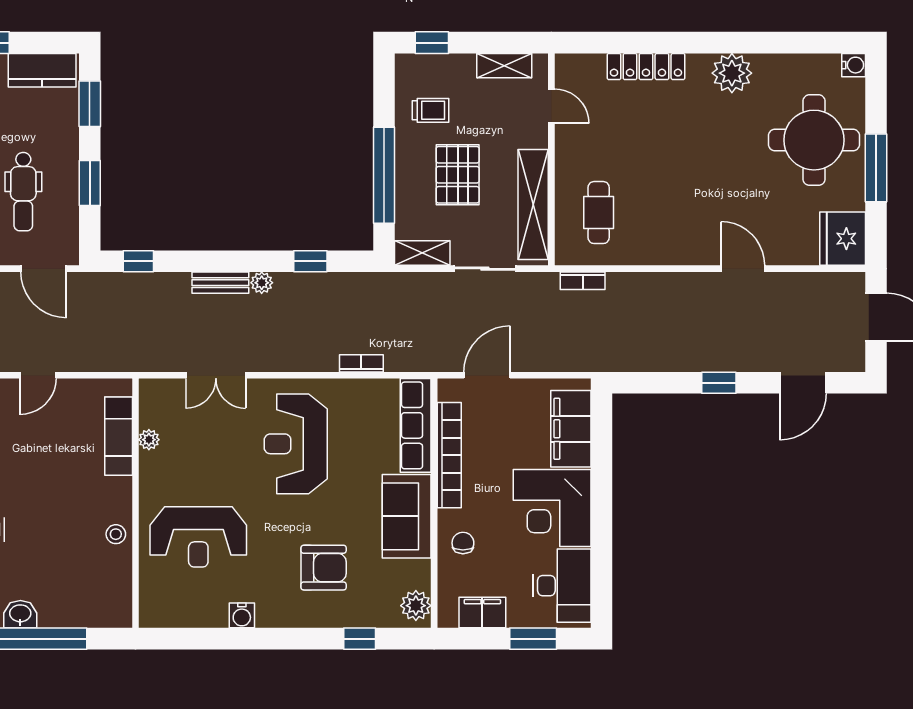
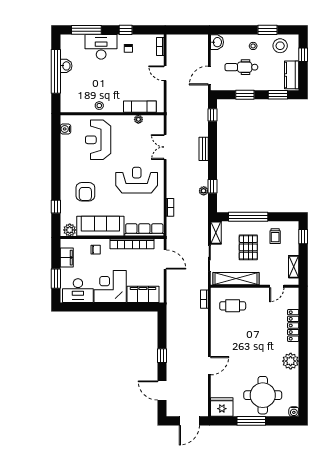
pallet: (458, 175) -> (248, 247), turned 90
plant: (262, 283) -> (204, 191), moved
sofa: (407, 516) -> (100, 226), width x1.36
water cooler: (242, 615) -> (65, 129), moved

